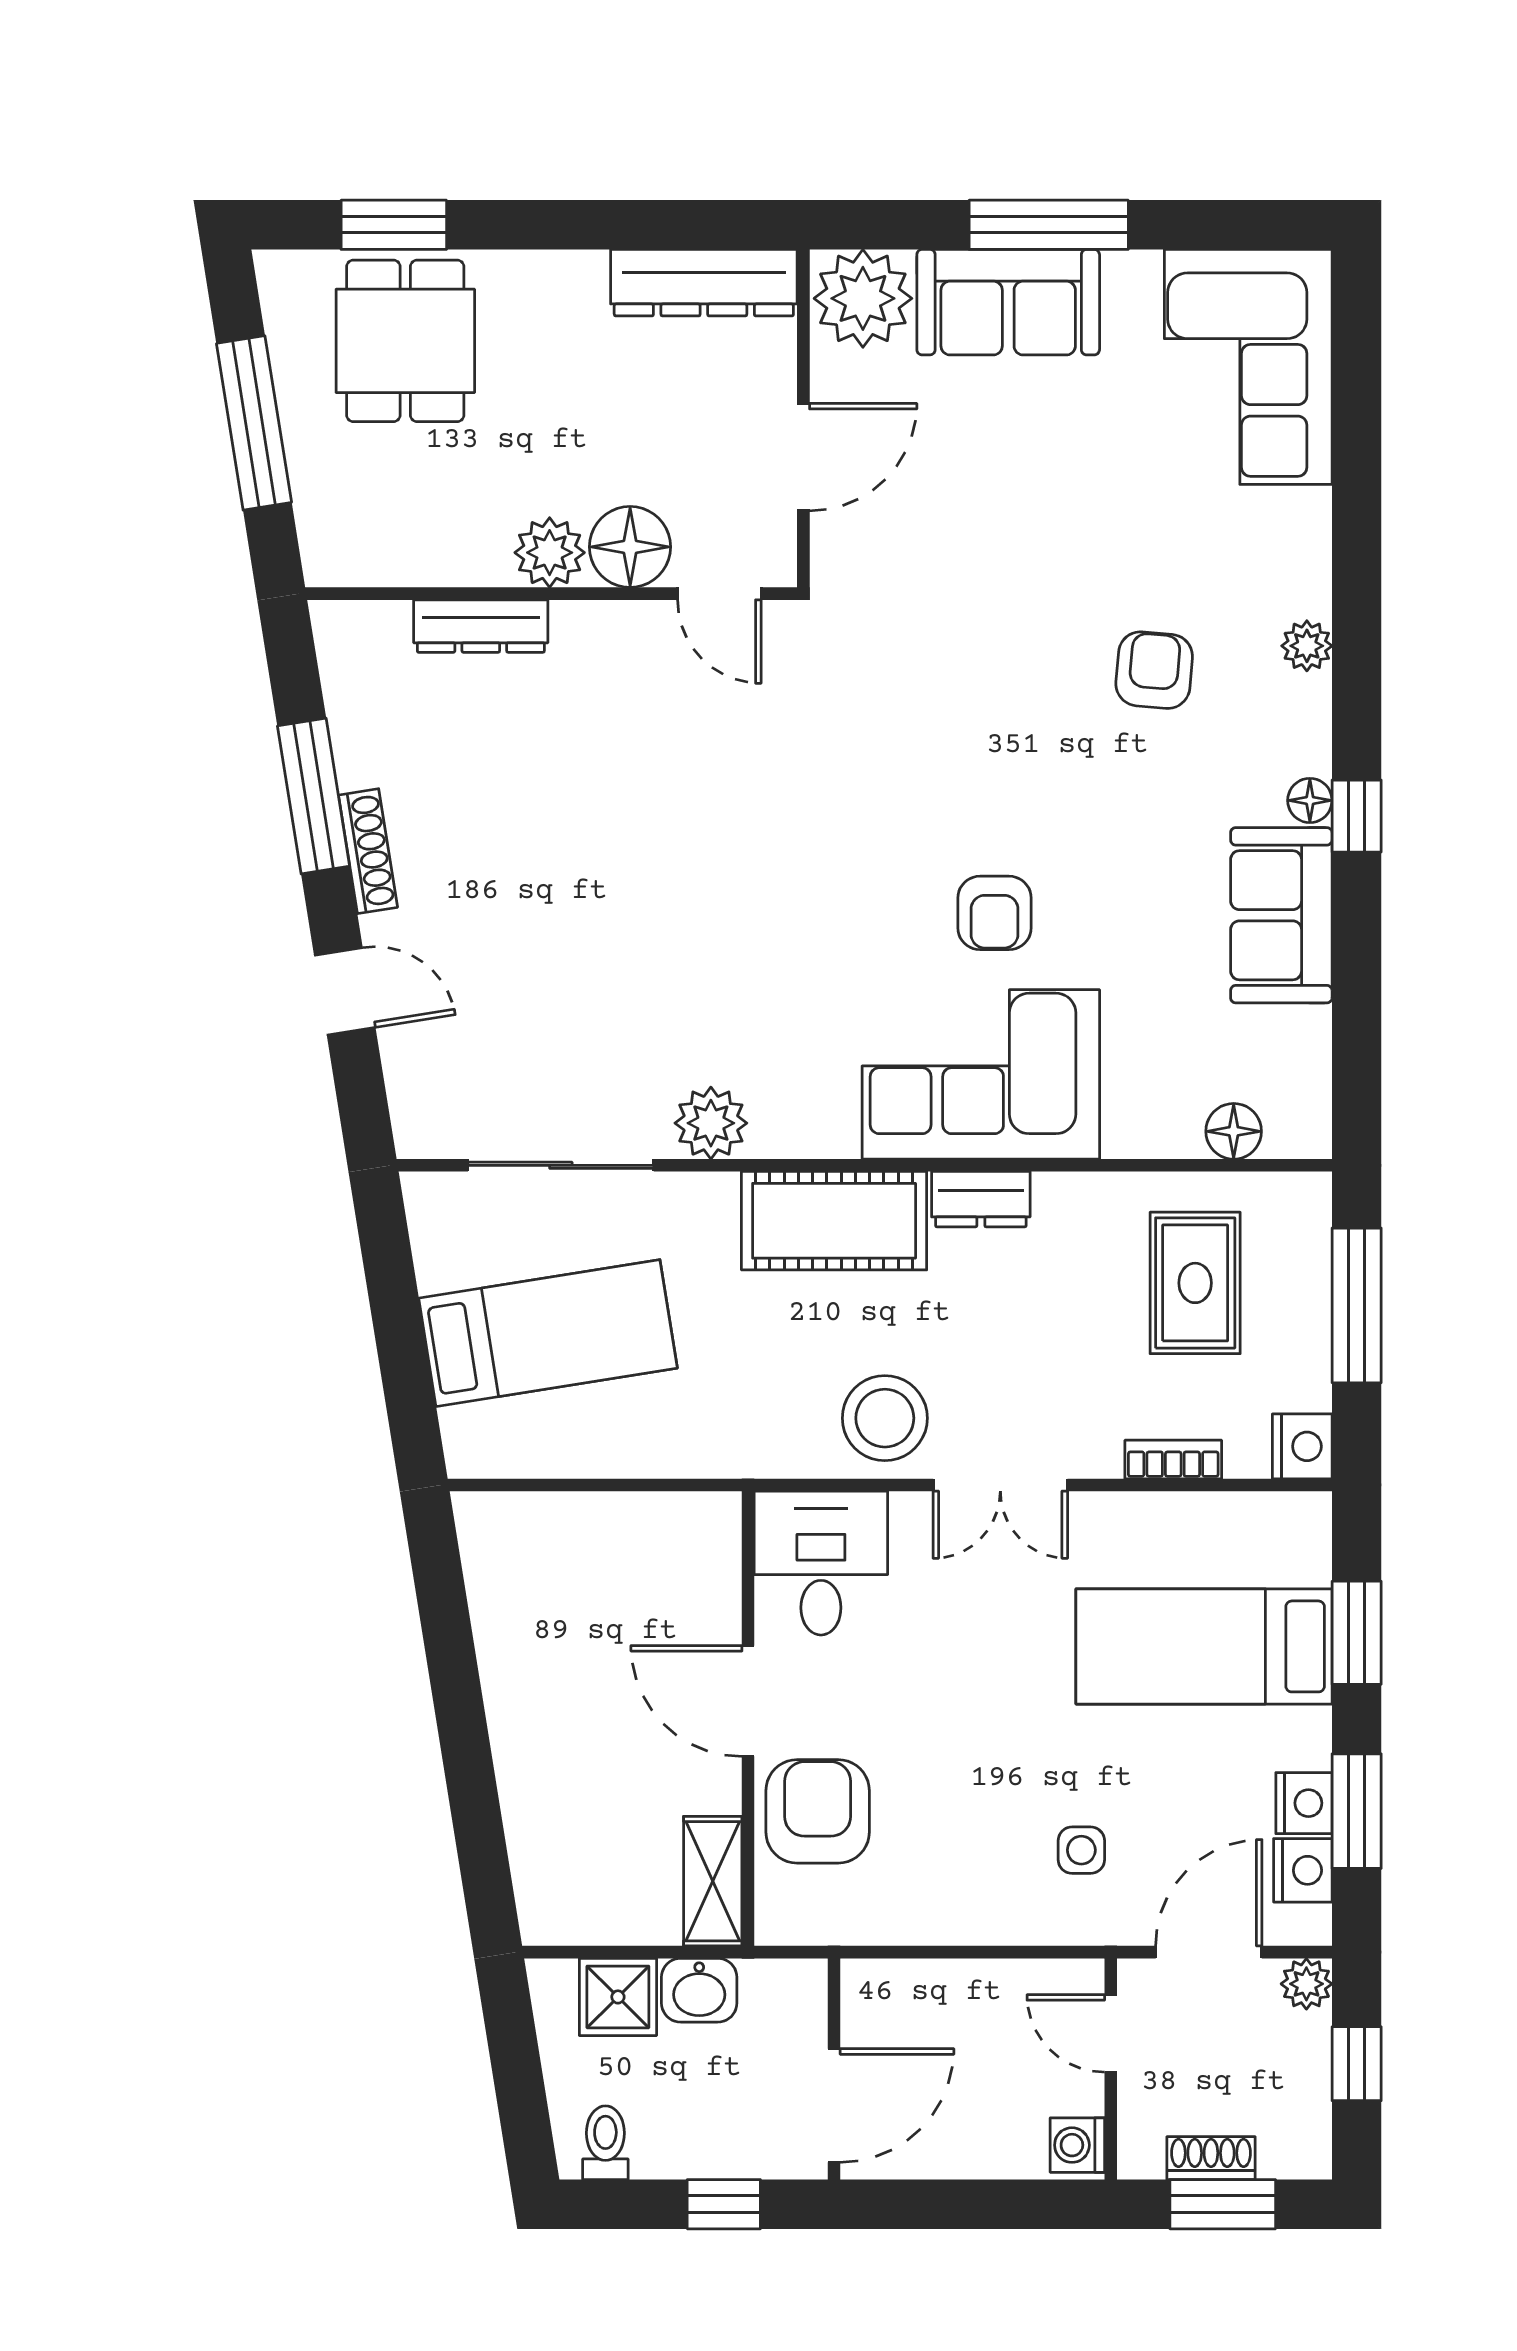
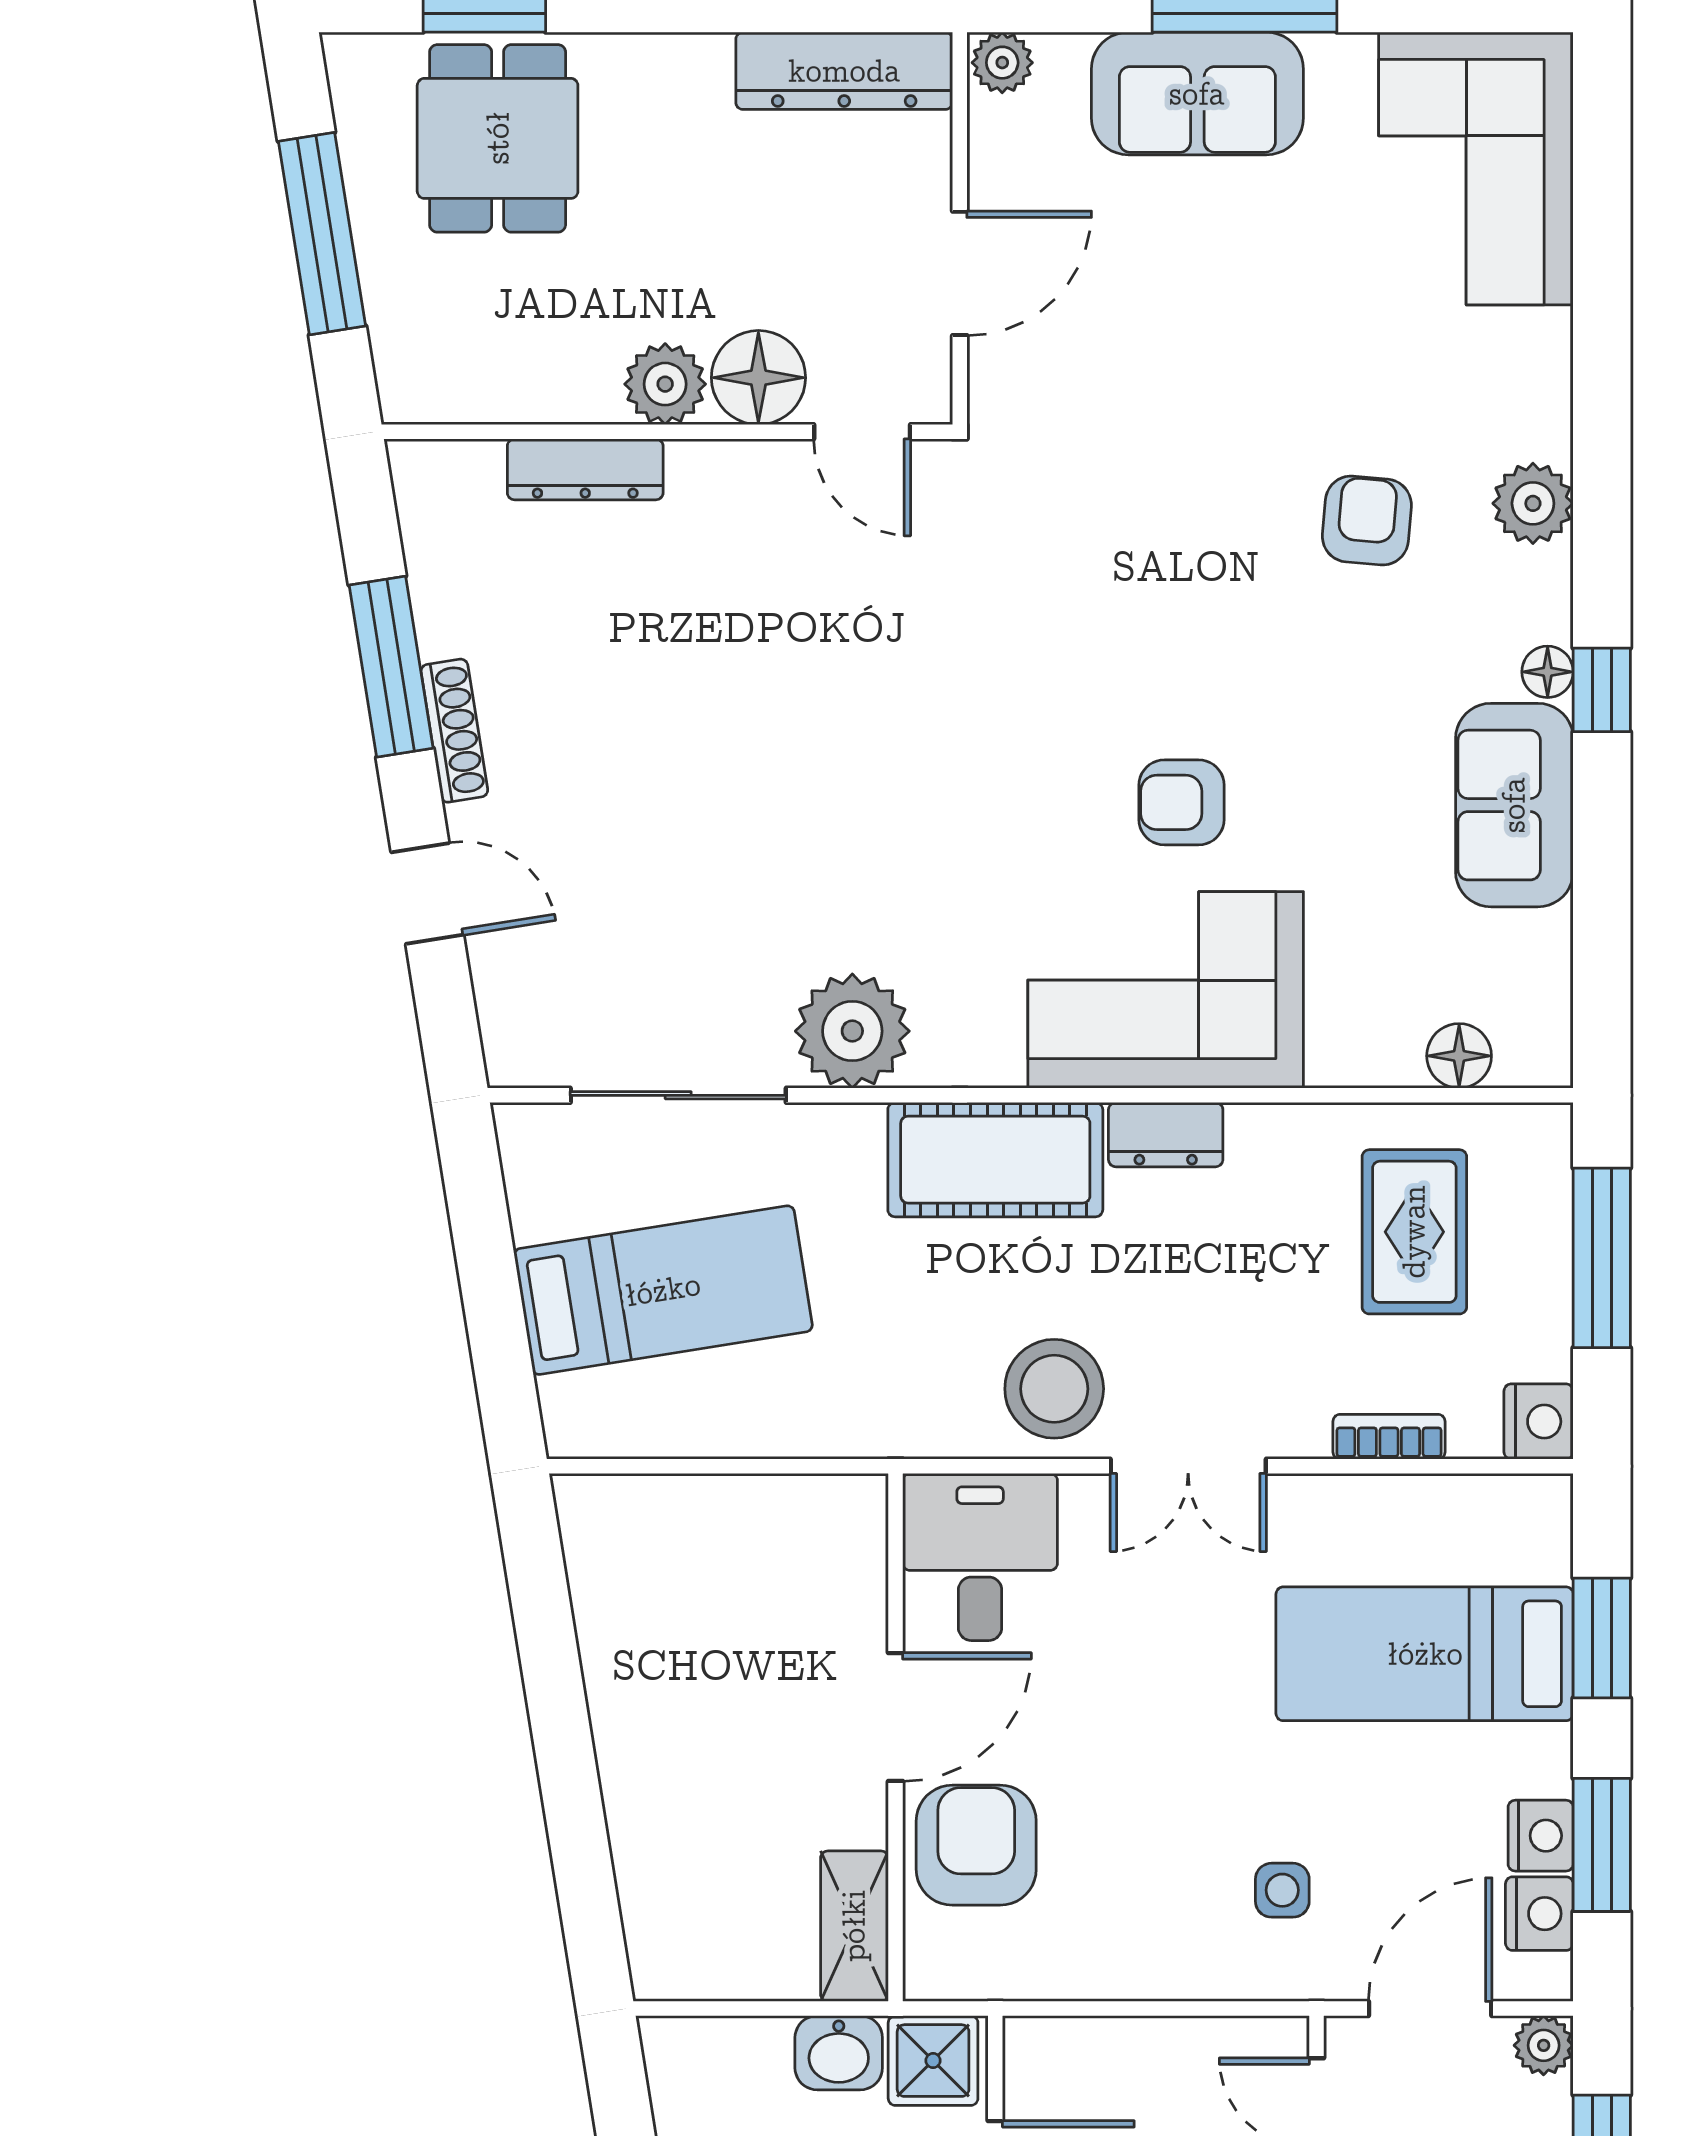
plant: (863, 298) -> (1002, 63), width x0.53, depth x0.53
plant: (1307, 646) -> (1533, 503), width x1.38, depth x1.38
armchair: (994, 913) -> (1181, 802), turned 90
plant: (711, 1123) -> (852, 1031), width x1.36, depth x1.36
door: (748, 1701) -> (895, 1717), swing flipped
shower: (618, 1997) -> (933, 2061), moved

